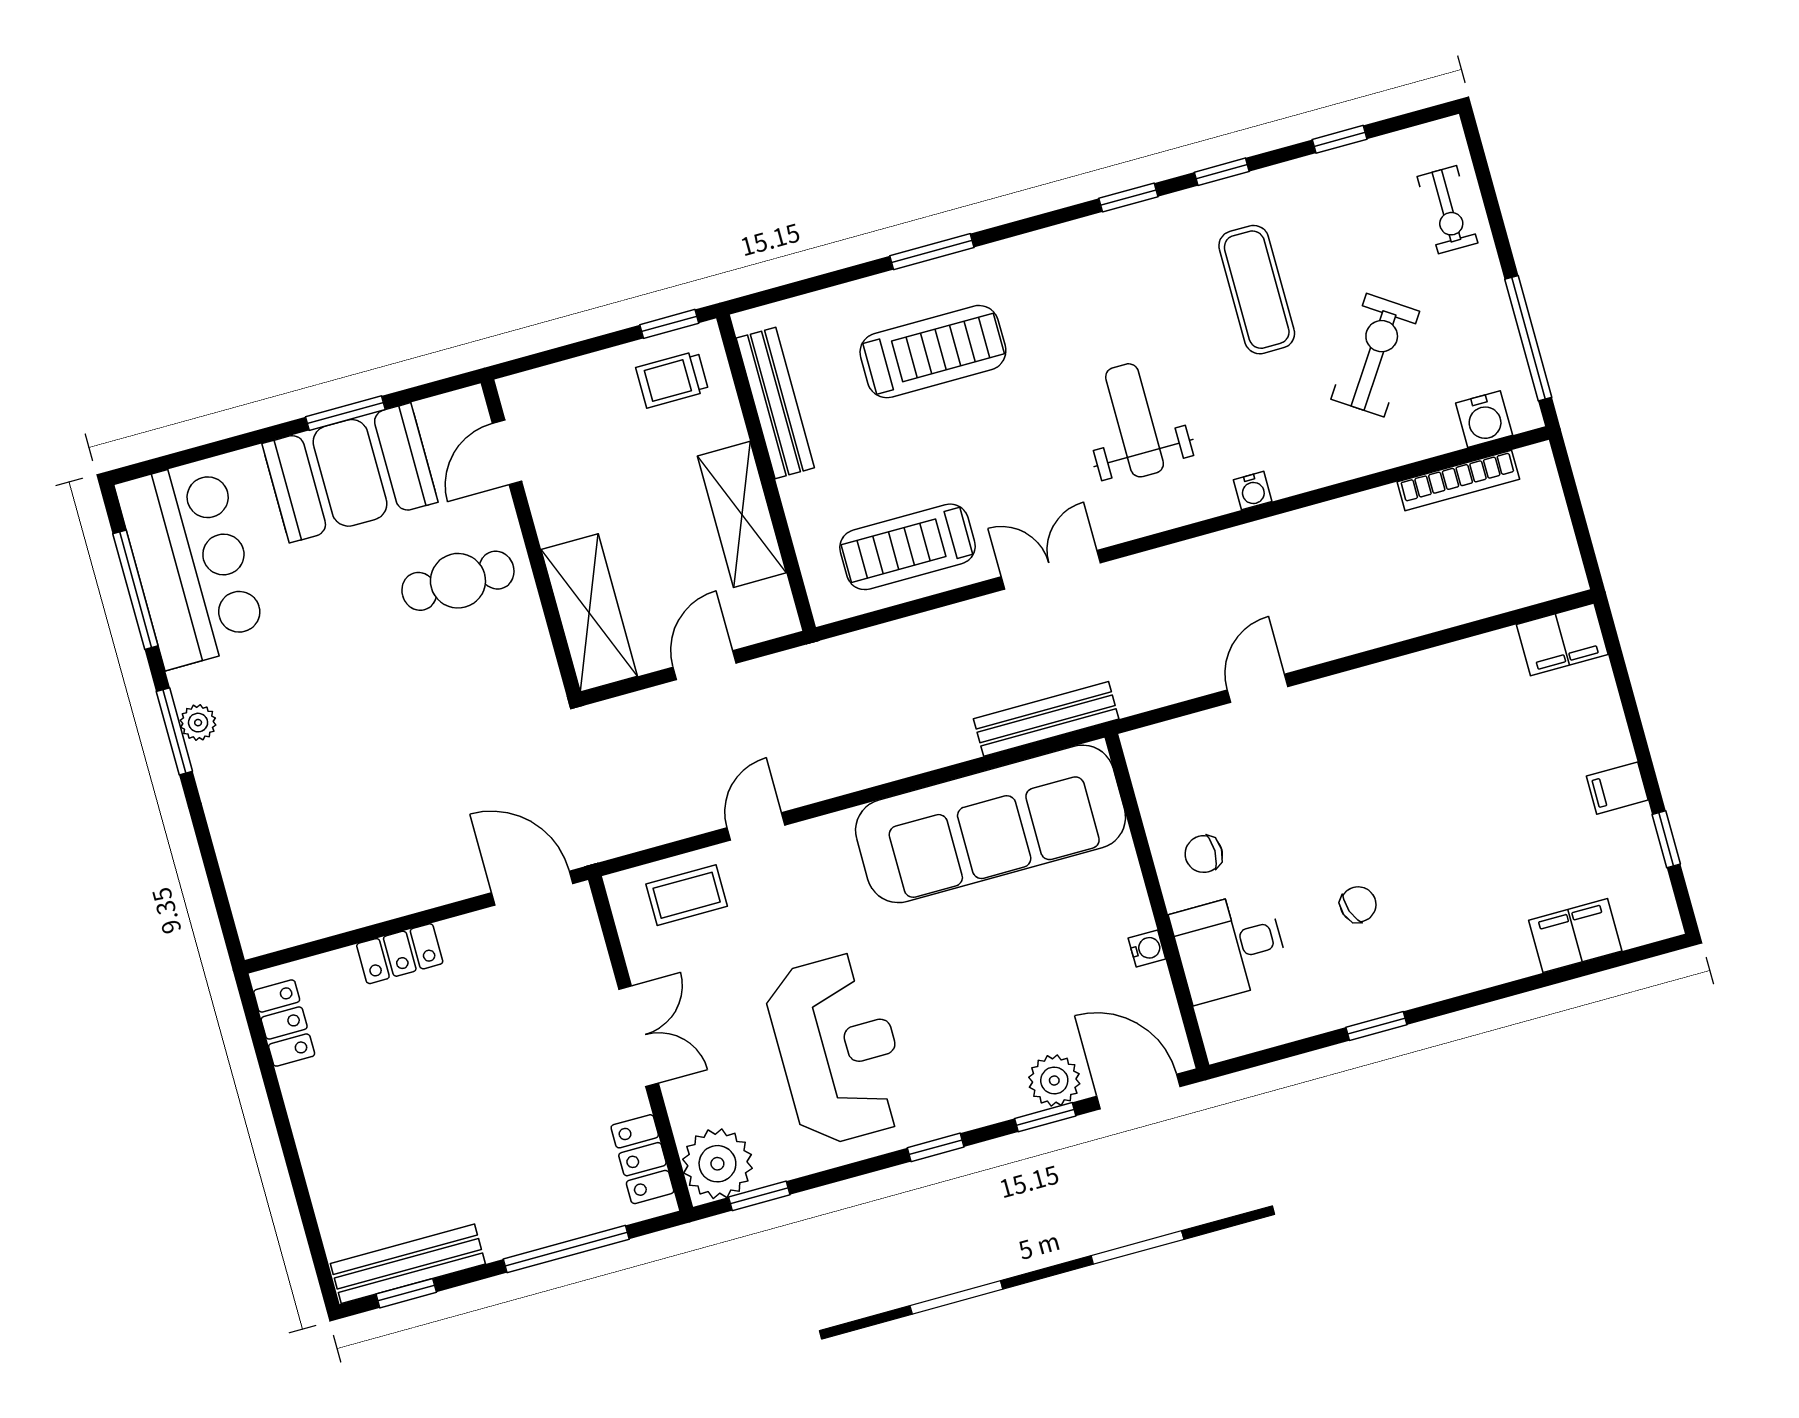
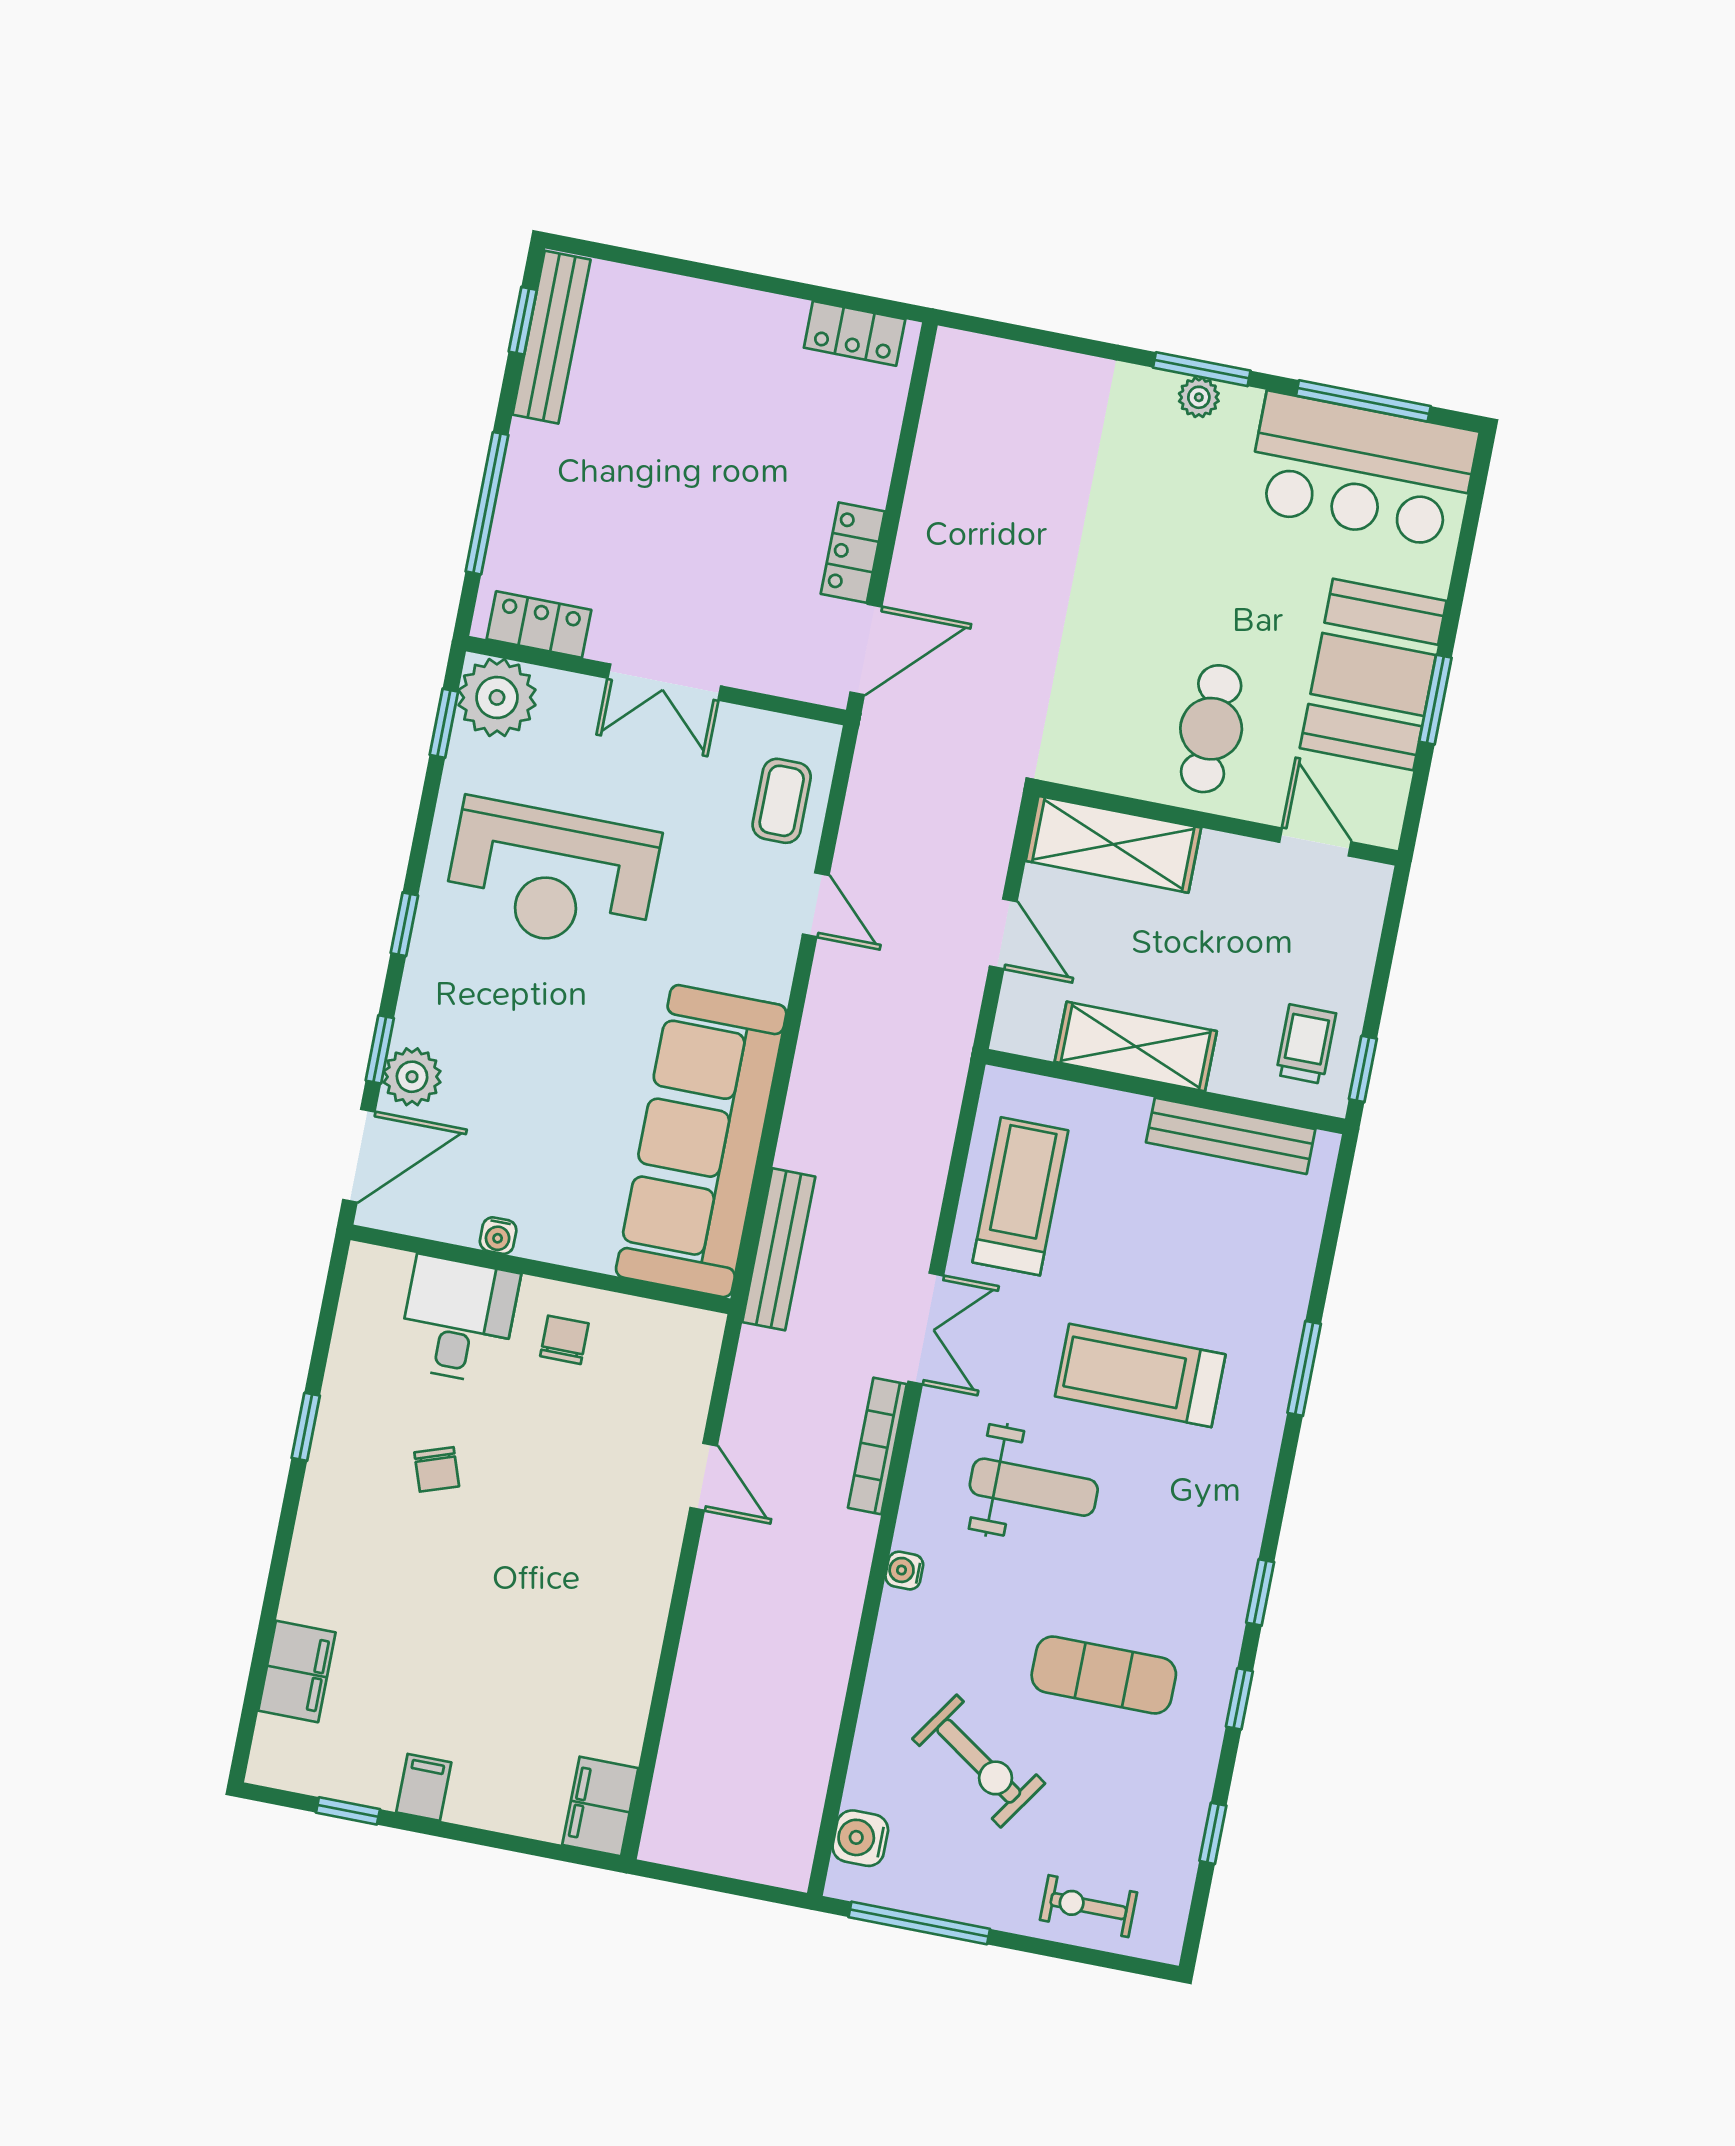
treadmill: (933, 352) -> (1140, 1375), moved, turned 90
bookcase: (1458, 481) -> (877, 1446), moved
locker: (400, 954) -> (853, 553), moved

